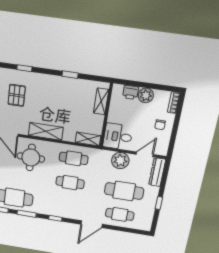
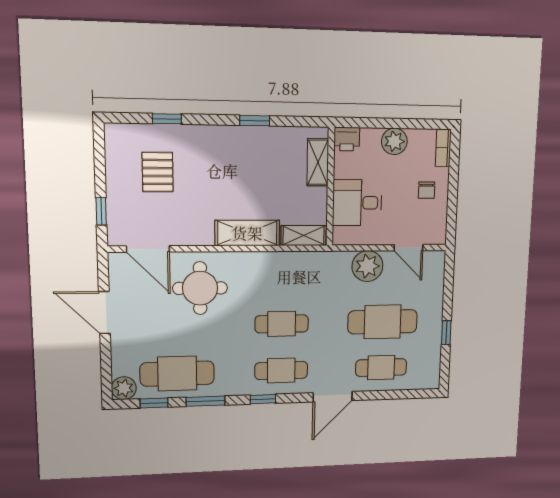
printer: (131, 92) -> (347, 139), moved
shelving: (46, 131) -> (247, 233), moved
desk: (118, 137) -> (357, 203), moved
door: (145, 154) -> (409, 248), swing flipped
cafe table: (74, 158) -> (281, 370), moved
dresser: (157, 172) -> (435, 276), removed

